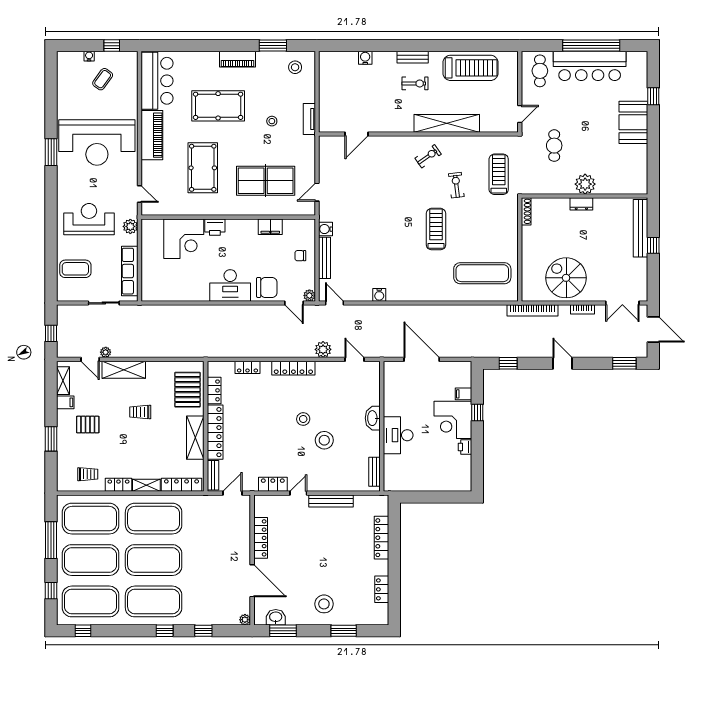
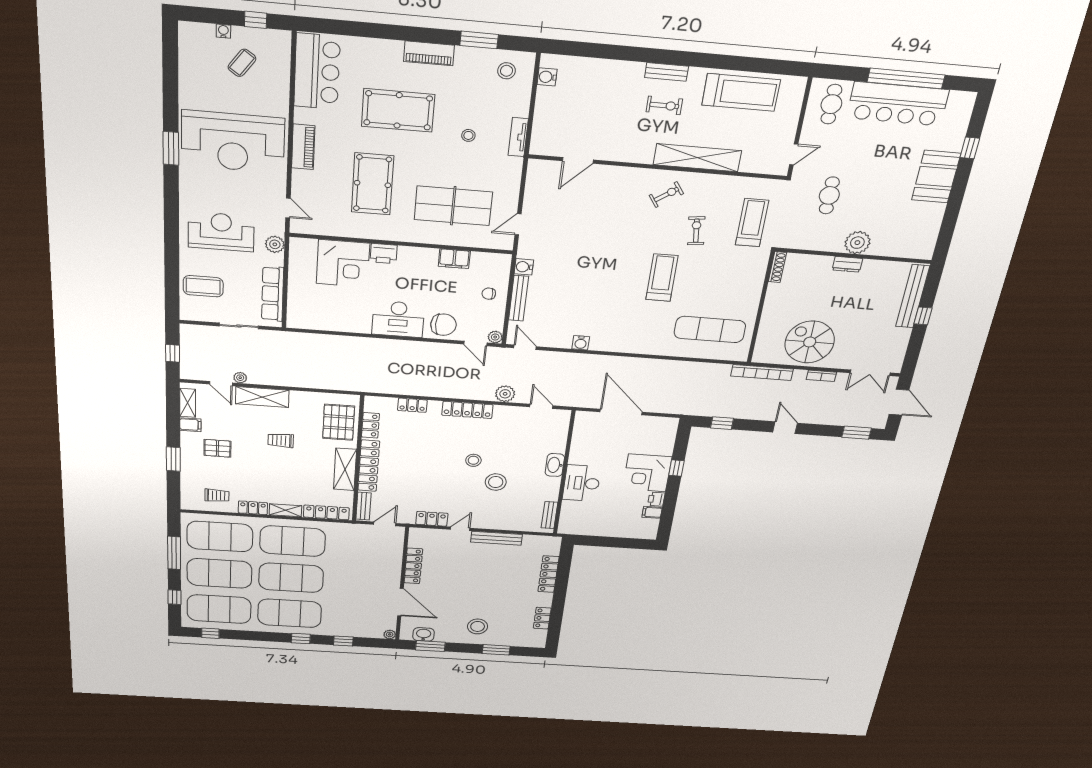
water cooler: (365, 58) -> (547, 77), moved, turned -90
piano: (152, 135) -> (303, 147), width x0.73, depth x0.75
filing cabinet: (464, 394) -> (652, 512), moved

